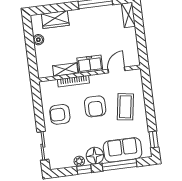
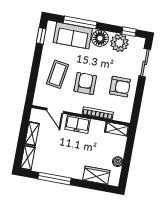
shelving: (132, 40) -> (32, 134), added
shelving: (65, 70) -> (117, 129), moved
door: (116, 70) -> (55, 111), hinge flipped
plant: (79, 161) -> (119, 43), width x1.88, depth x1.88
window: (84, 169) -> (129, 32), moved

